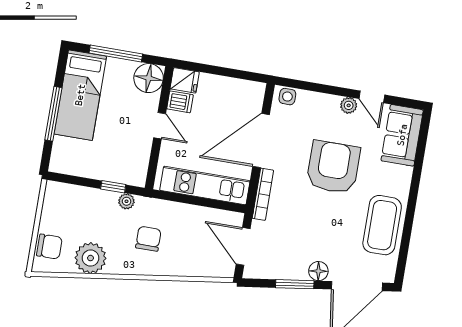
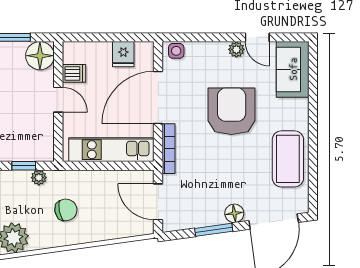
fridge: (185, 80) -> (123, 54), moved, turned 90
chair: (148, 239) -> (66, 210), turned 79

